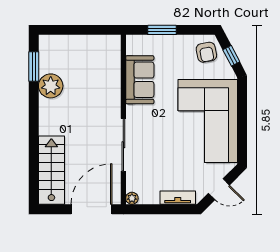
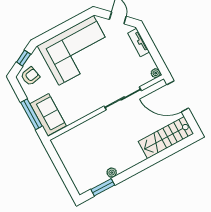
window: (162, 30) -> (31, 114), width x1.44
sofa: (140, 80) -> (48, 115), moved, turned 90
plant: (51, 86) -> (112, 173), width x0.53, depth x0.53

